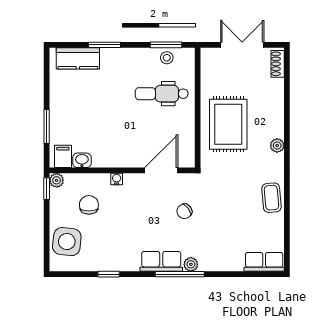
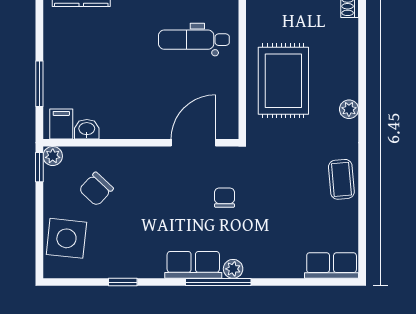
water cooler: (117, 179) -> (133, 154), removed
chair: (89, 205) -> (96, 189), turned -137
chair: (184, 211) -> (224, 198), turned 127

